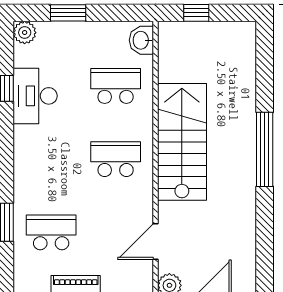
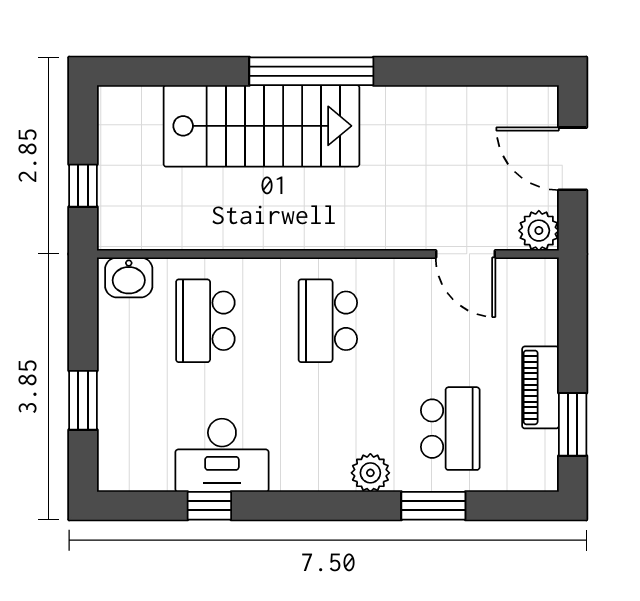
plant: (25, 33) -> (370, 473), moved
stairs: (182, 142) -> (261, 126), moved, turned 180
school desk: (51, 232) -> (450, 429), turned 180

